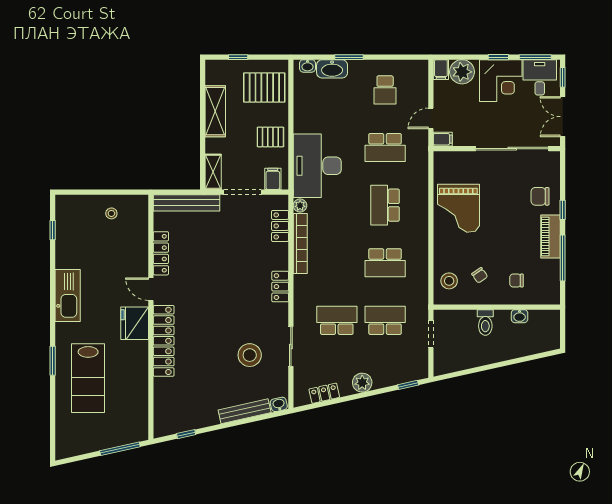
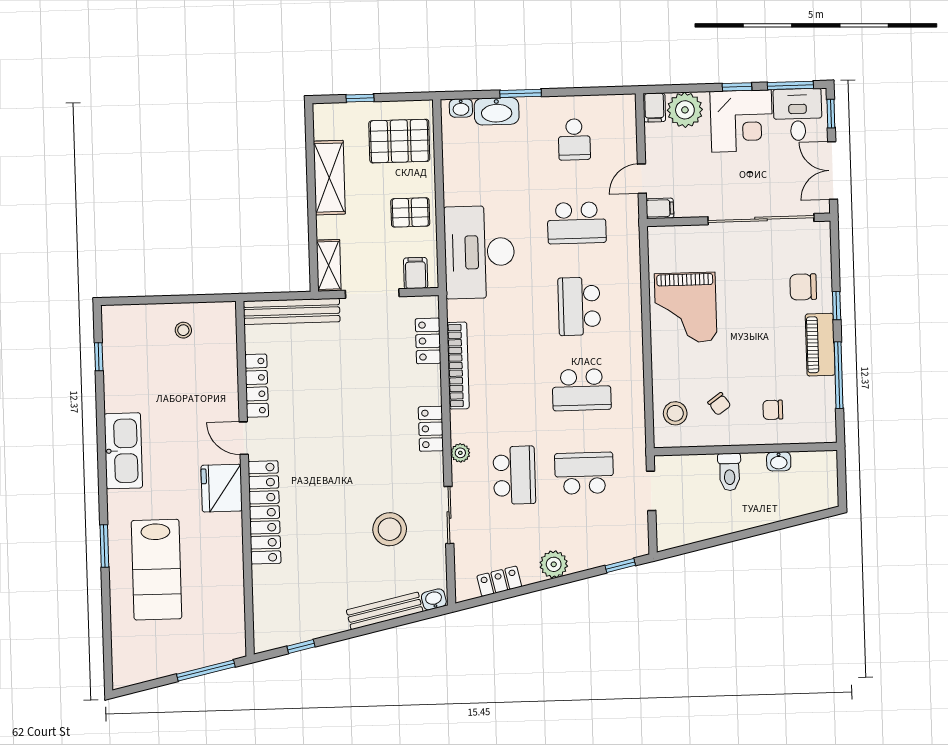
plant: (300, 206) -> (460, 453), moved
school desk: (337, 320) -> (514, 475), turned 90

